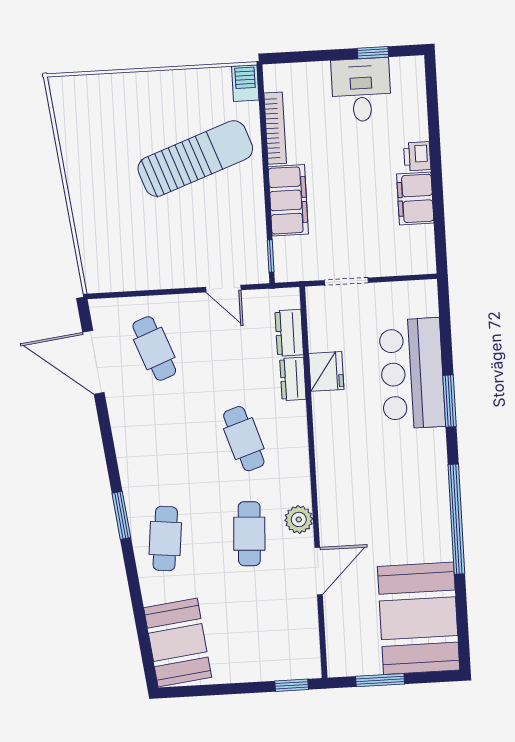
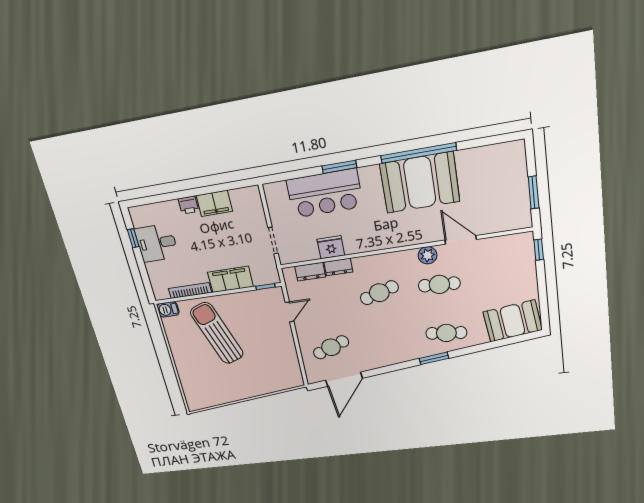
booth: (419, 618) -> (420, 183), moved

